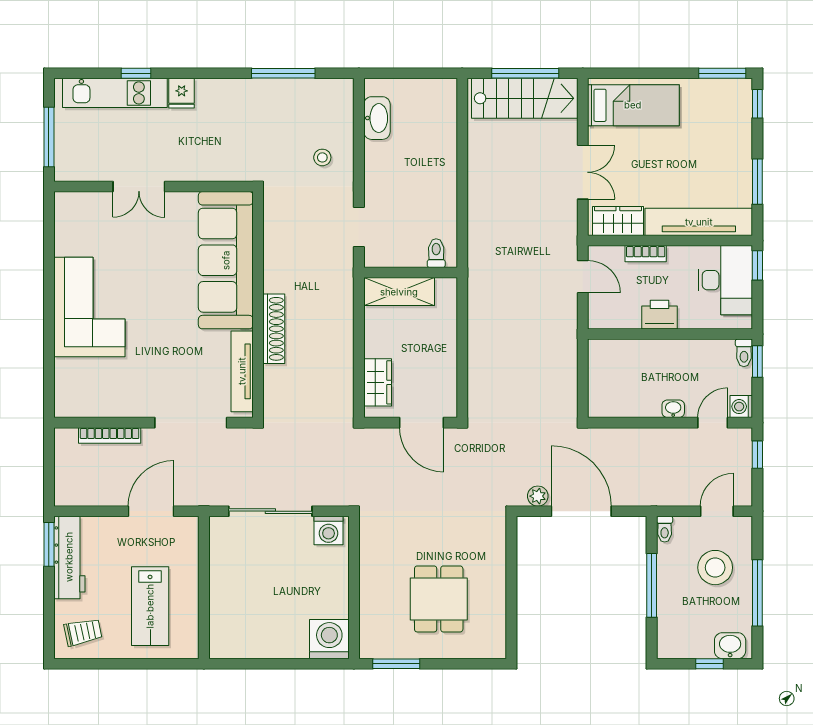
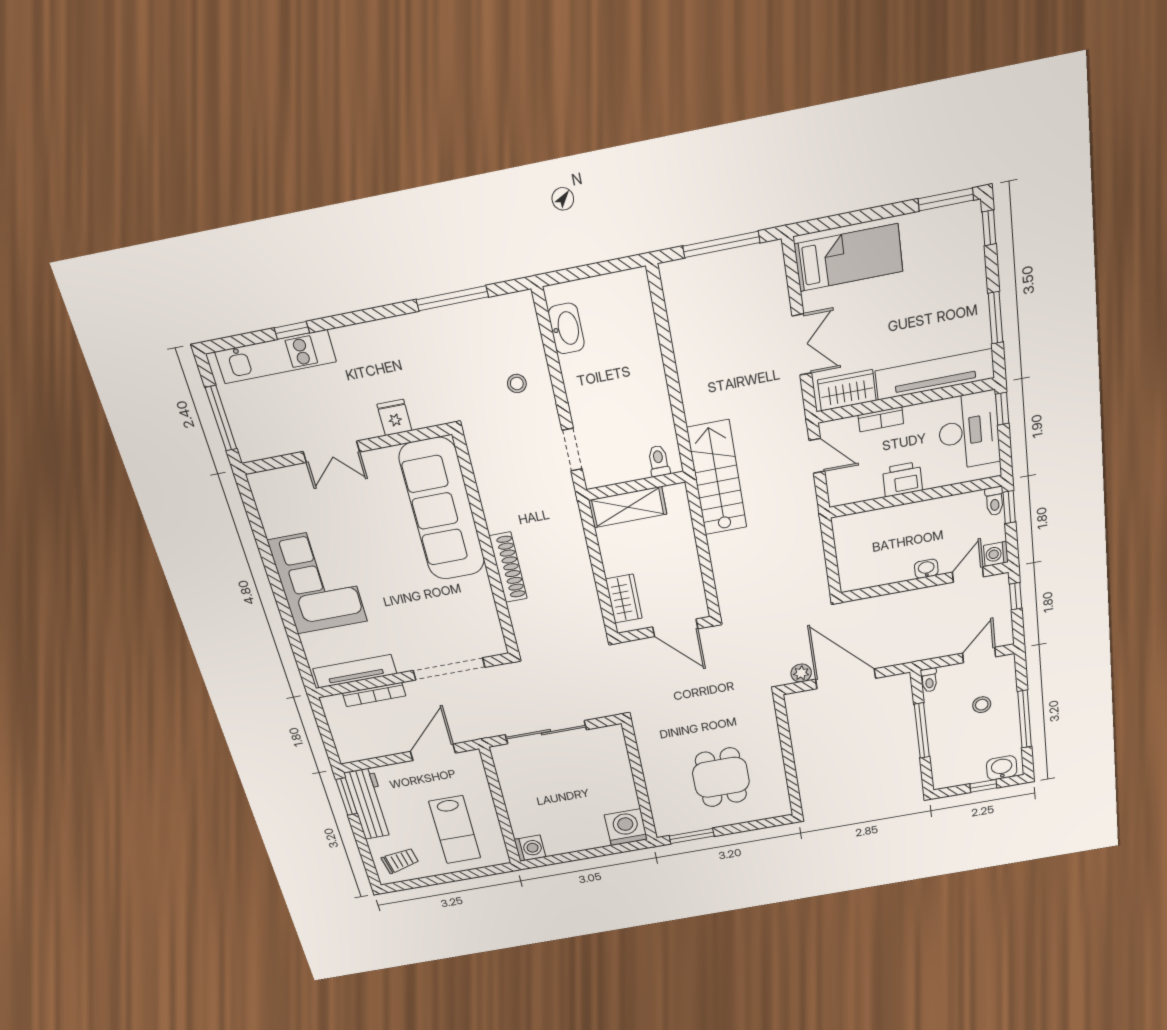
fridge: (182, 93) -> (394, 418), moved, turned 180
stairs: (525, 98) -> (717, 478), moved, turned -90
tv unit: (242, 371) -> (355, 671), moved, turned 90
washing machine: (329, 530) -> (530, 848), moved, turned -90
stool: (715, 568) -> (982, 705), width x0.53, depth x0.53

